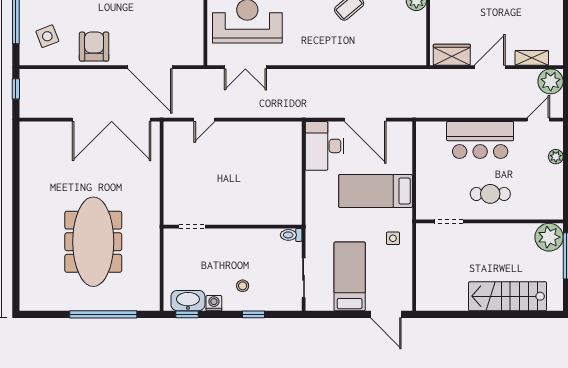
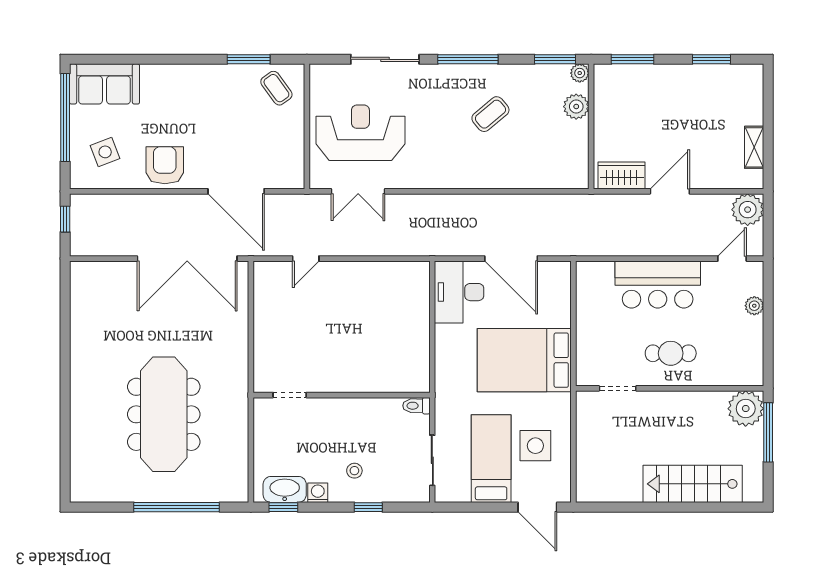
shelving: (532, 58) -> (754, 147), moved, turned 90
bed: (376, 191) -> (524, 360), width x1.50
side table: (393, 238) -> (535, 446), moved, width x1.87, depth x1.87

